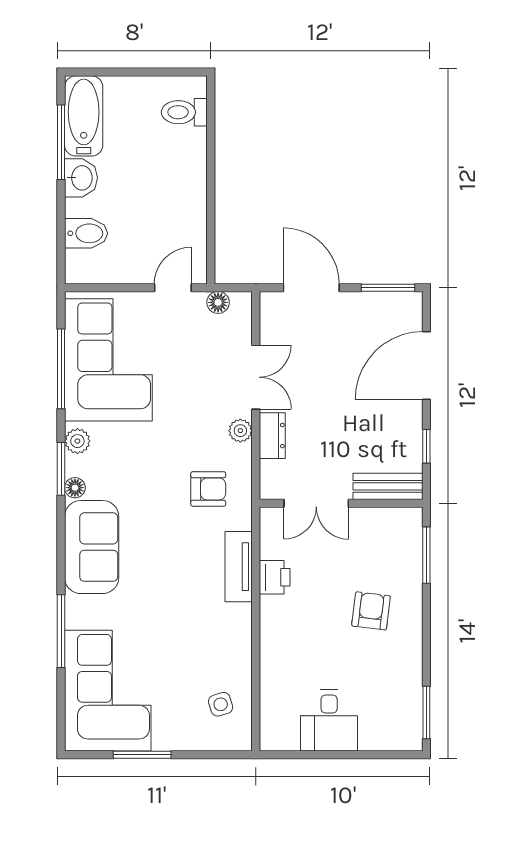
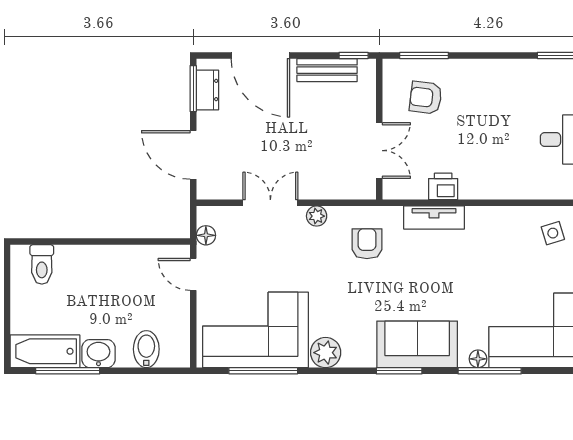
door: (311, 288) -> (193, 155), hinge flipped
dresser: (272, 436) -> (207, 90), moved, turned 90
plant: (77, 441) -> (326, 353), width x1.38, depth x1.38
window: (426, 446) -> (354, 55), moved
window: (61, 469) -> (399, 371), moved
bench: (388, 486) -> (327, 70), moved, turned 90
floor lamp: (75, 488) -> (478, 359), moved
armchair: (371, 611) -> (426, 98), moved

